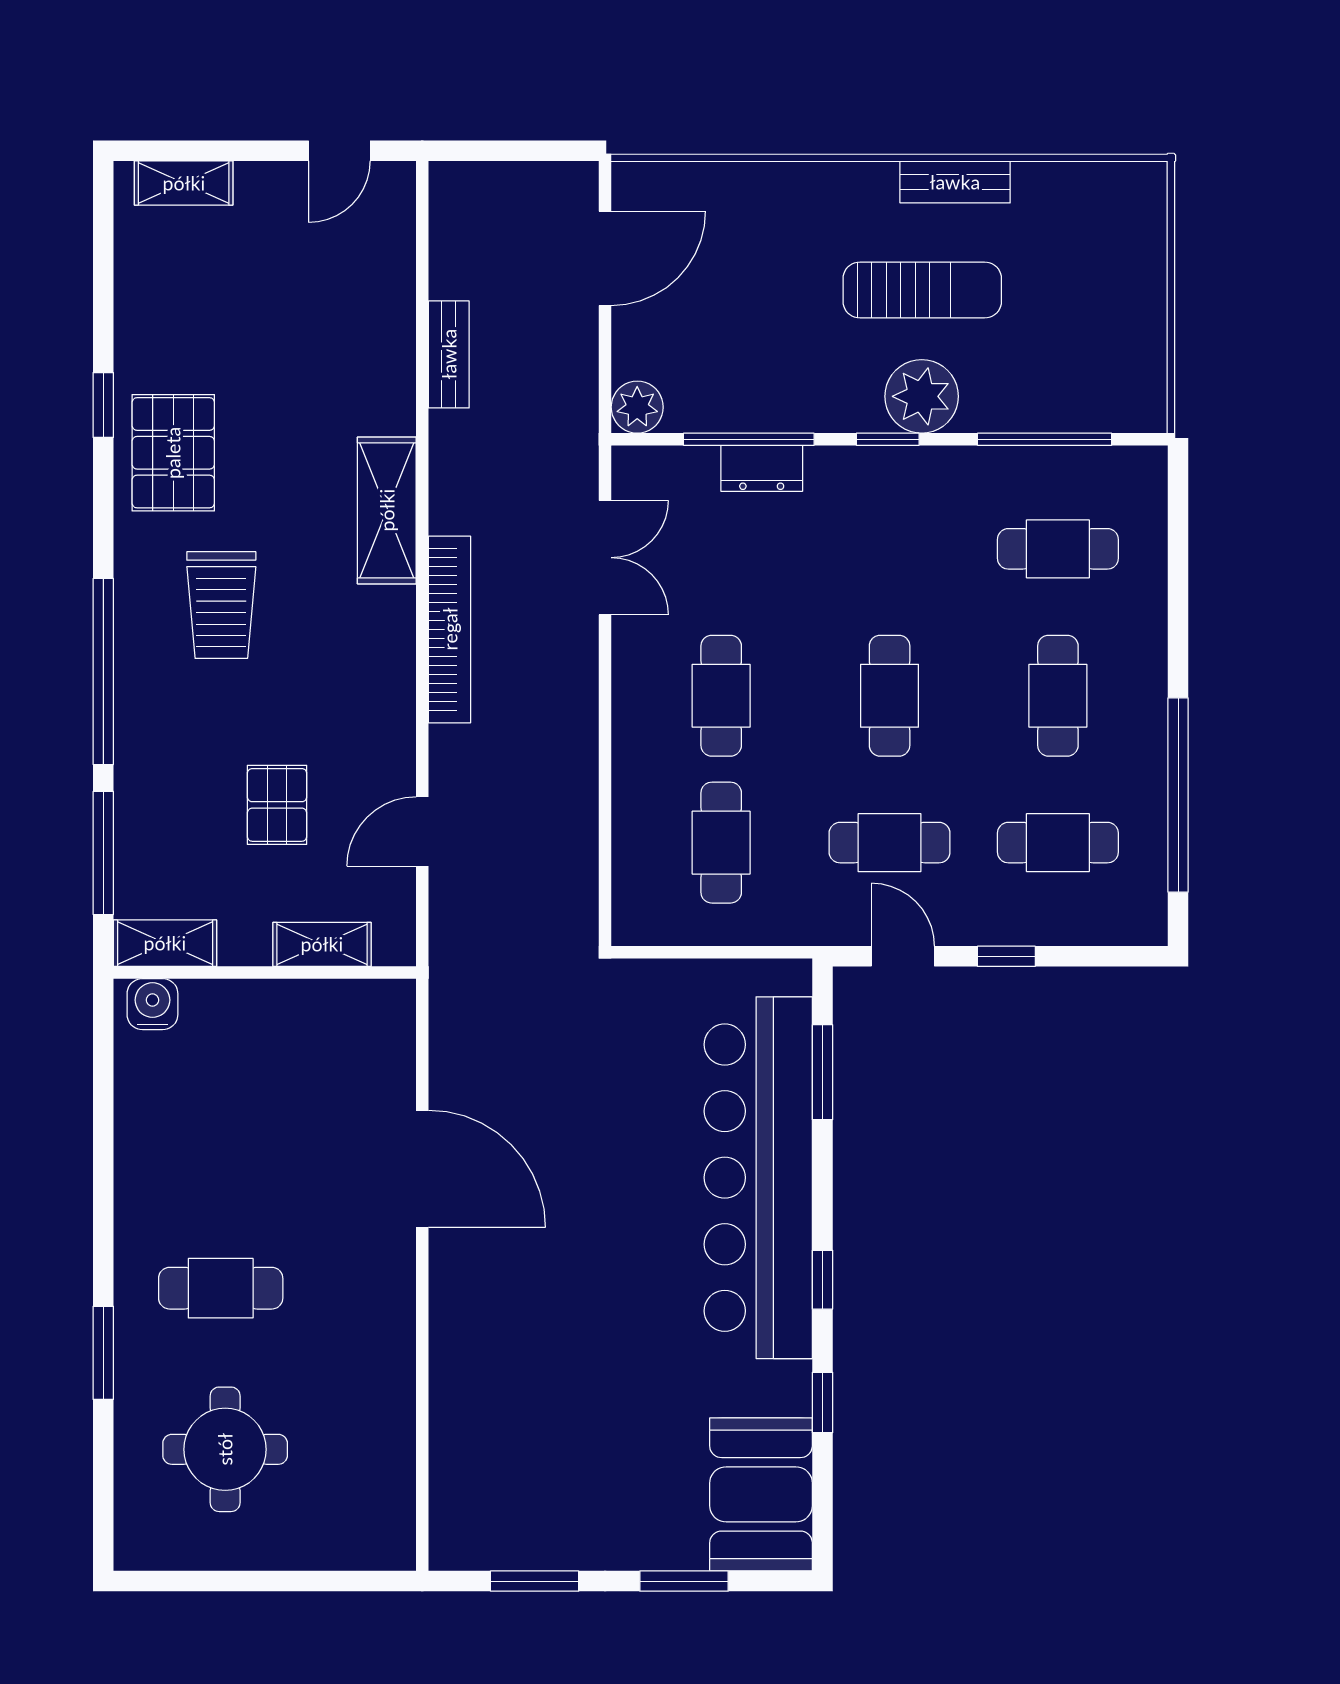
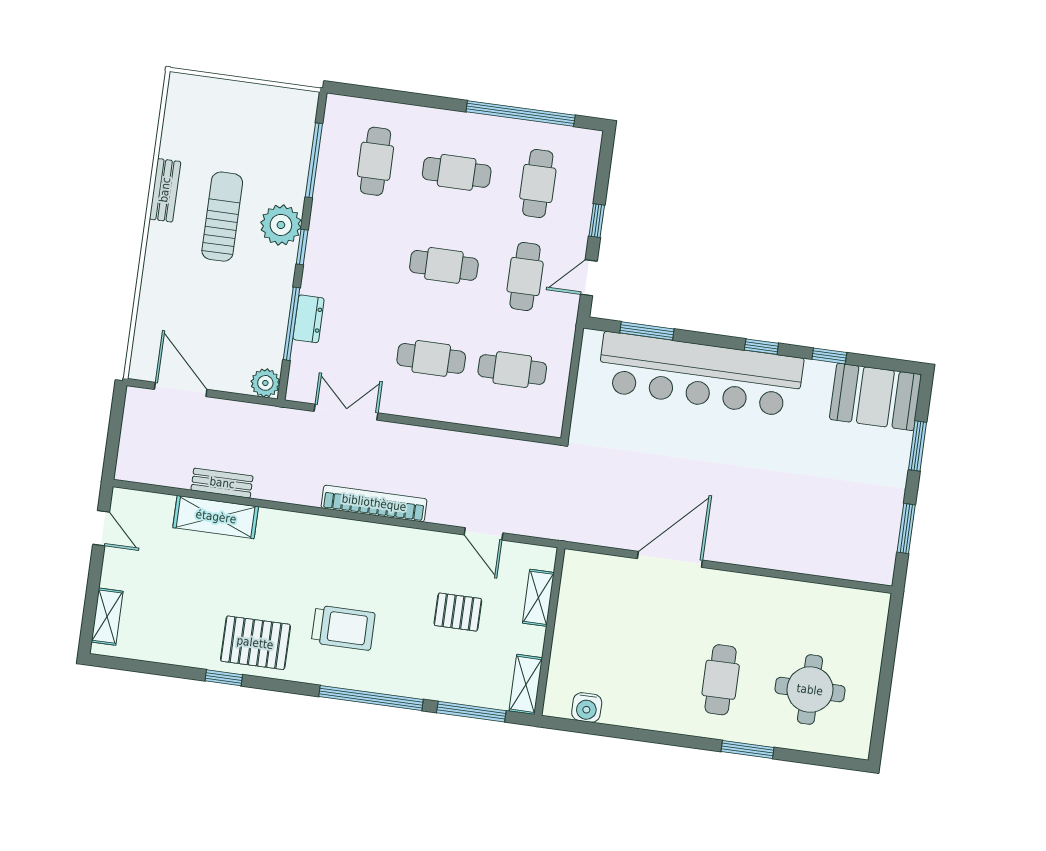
shelving: (387, 510) -> (216, 517), moved
water cooler: (152, 1004) -> (587, 707), moved, turned -90

